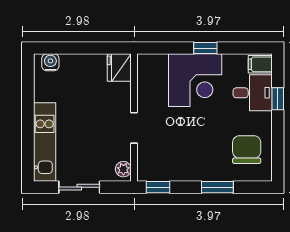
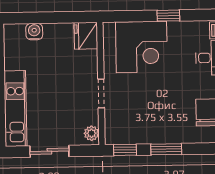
water cooler: (50, 62) -> (34, 32), moved
corner desk: (195, 80) -> (141, 47), moved
window: (217, 187) -> (166, 149), moved

